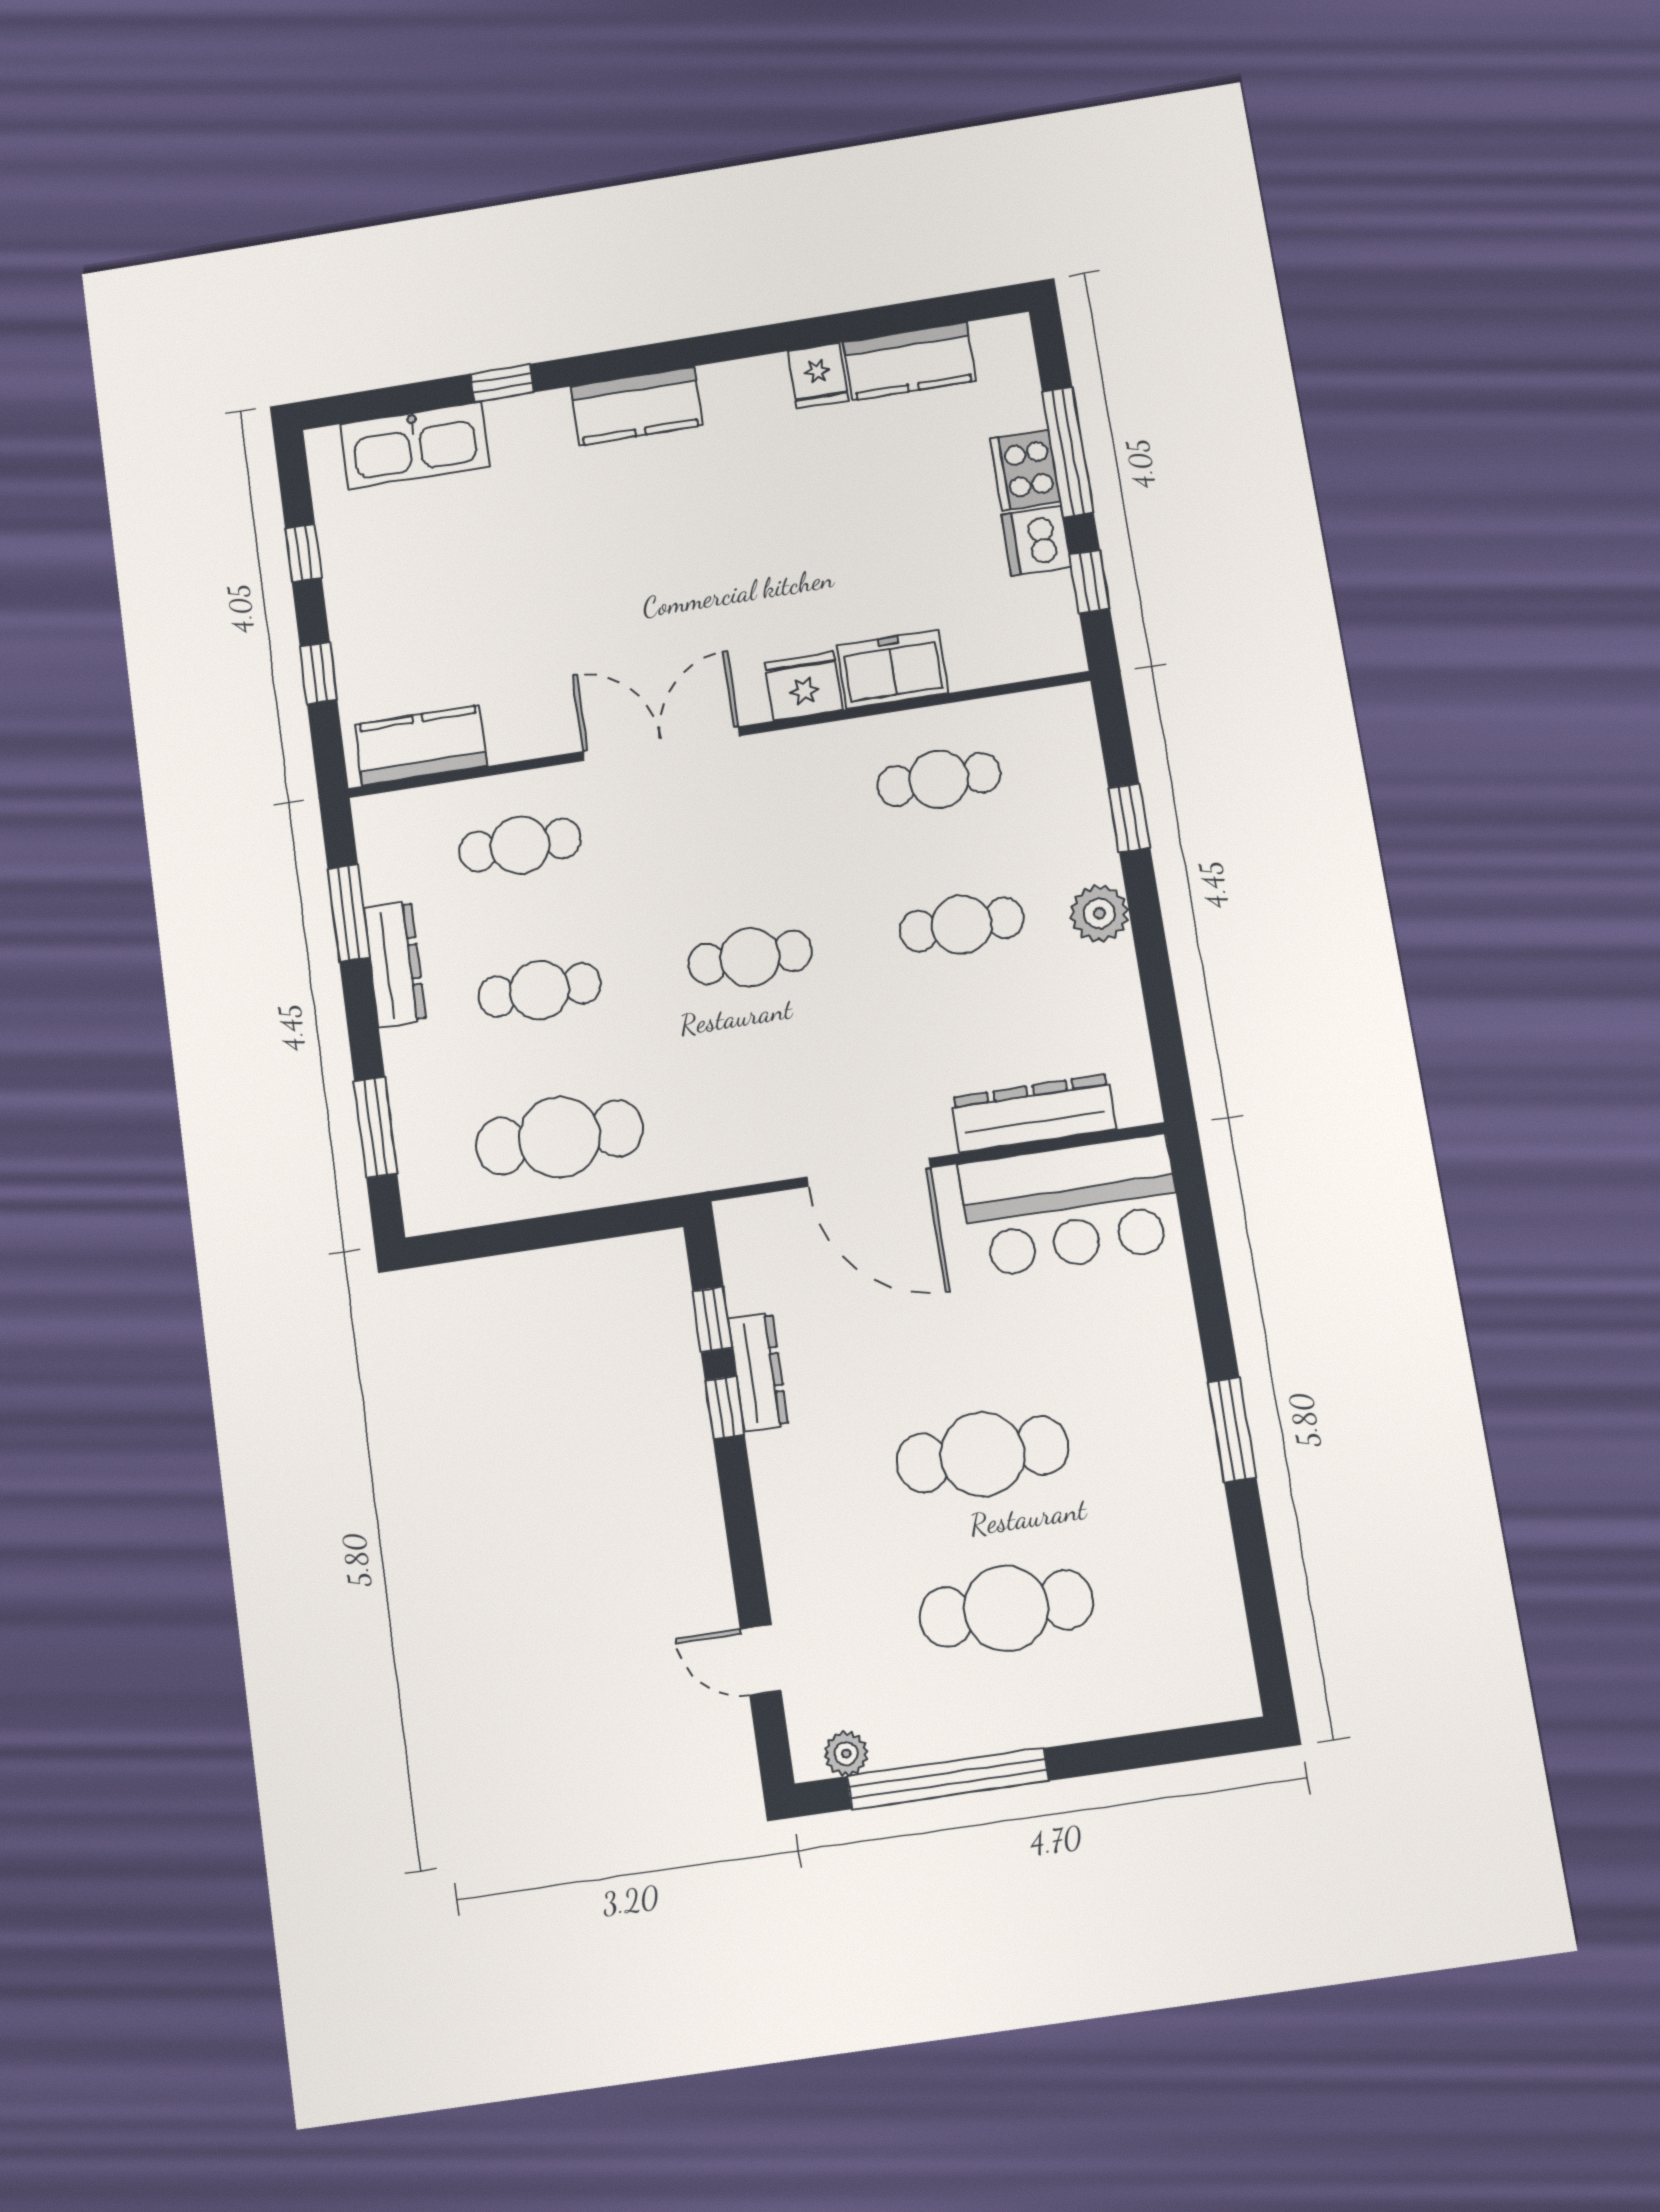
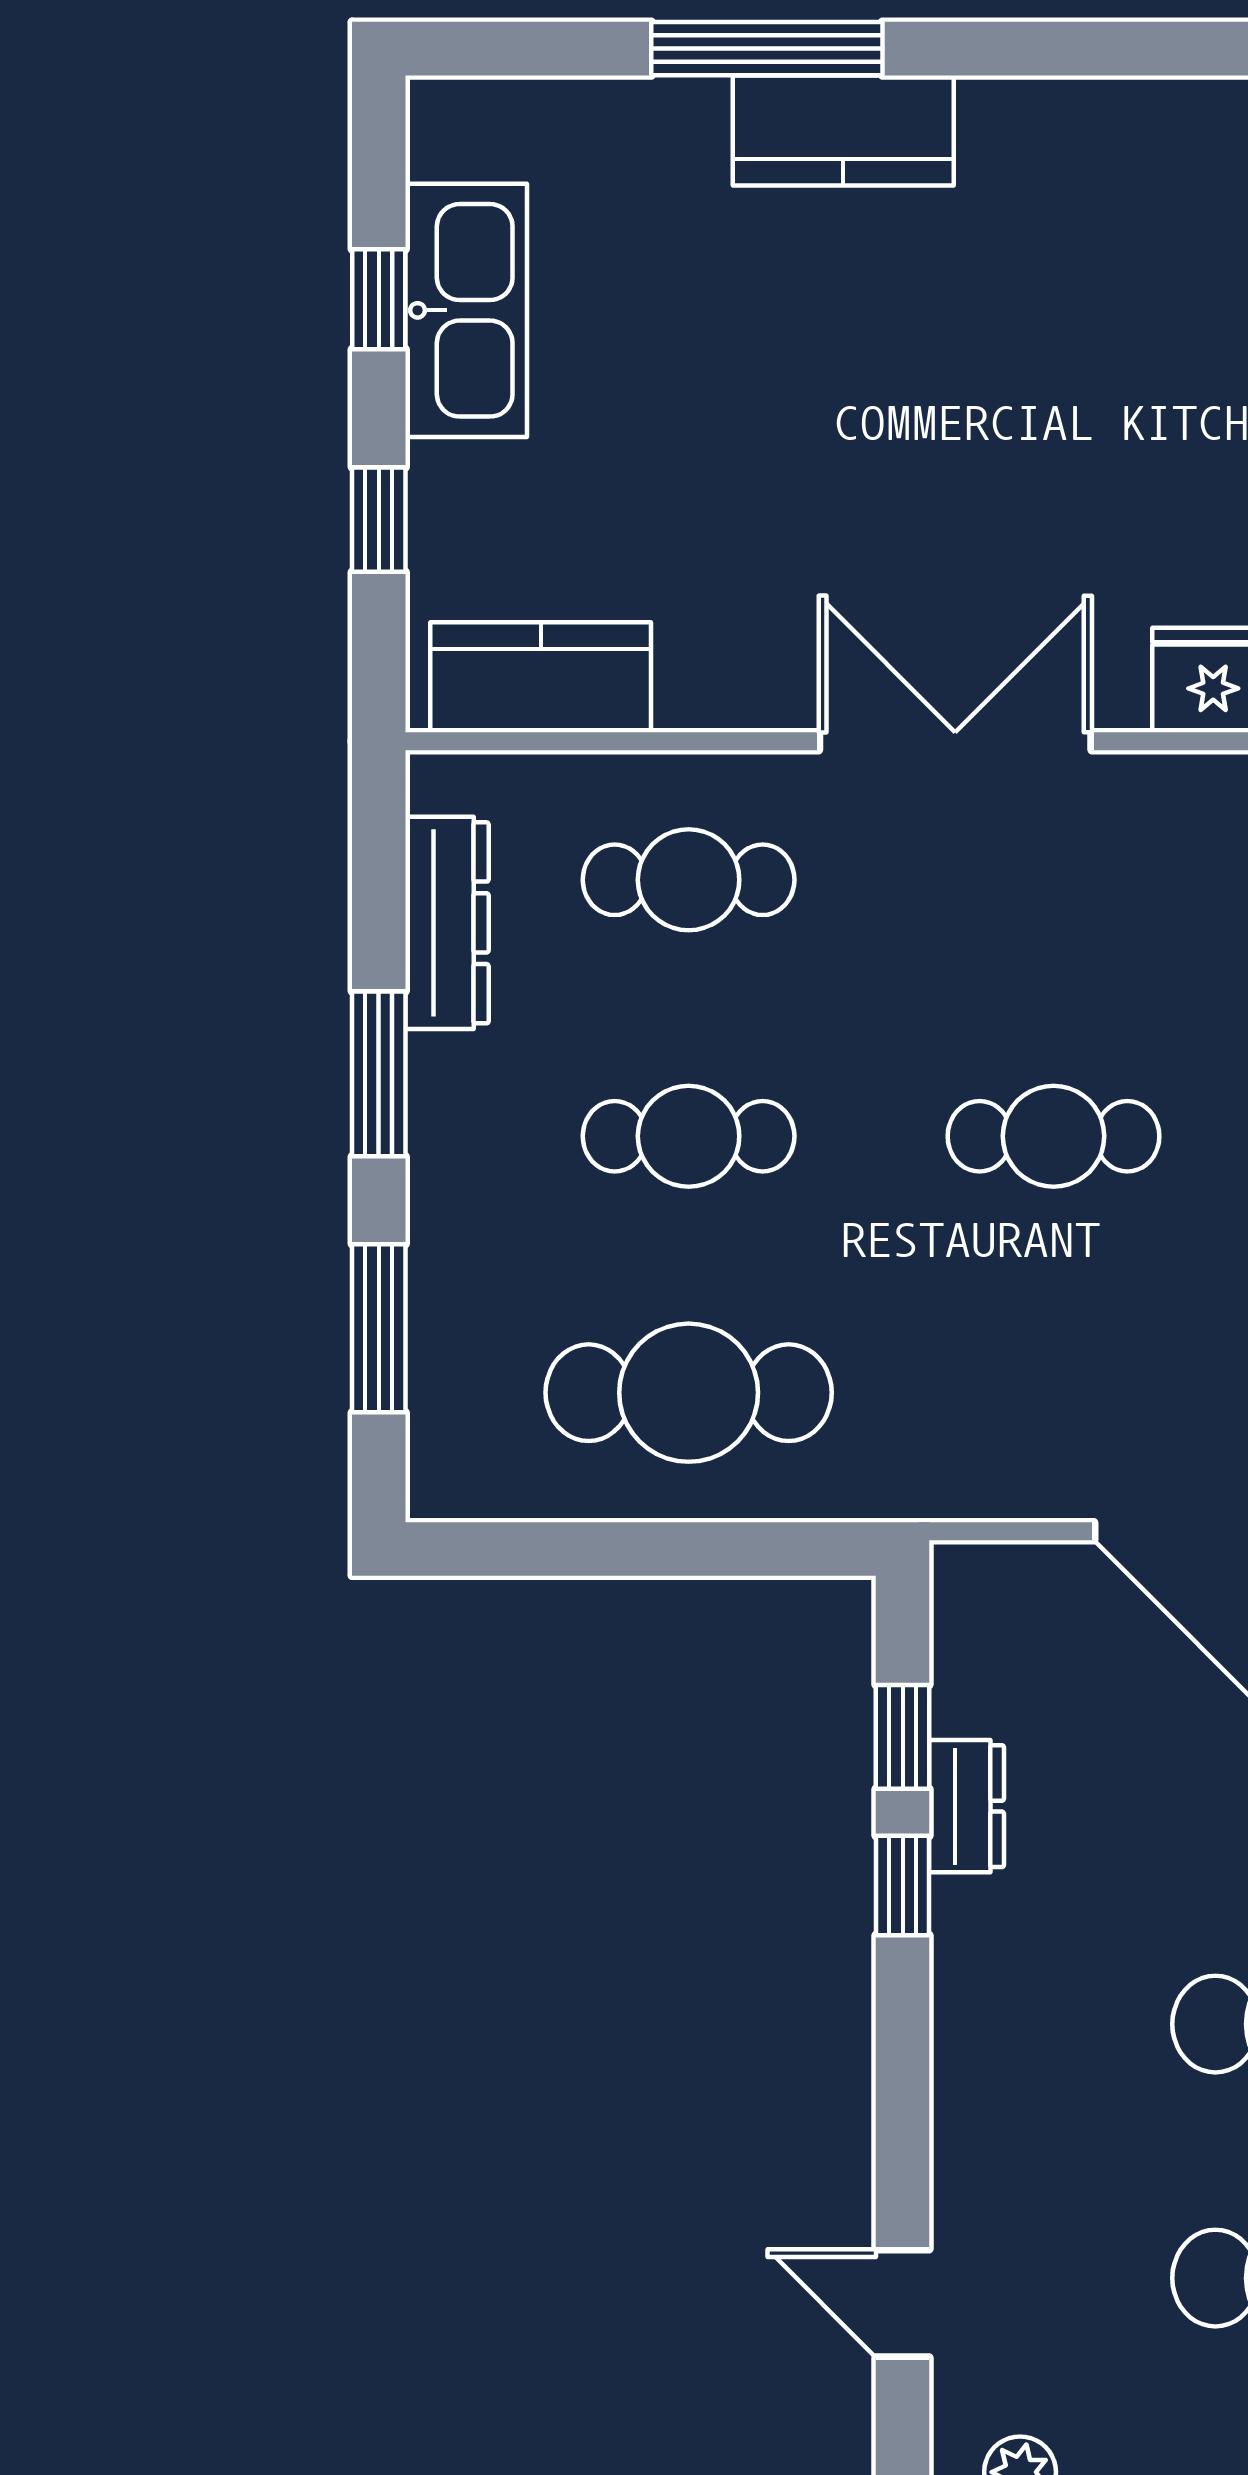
window: (502, 383) -> (767, 49), width x2.17
kitchen counter: (637, 406) -> (843, 130), moved
kitchen sink: (415, 445) -> (466, 310), moved, turned -90
window: (349, 913) -> (379, 1074), moved
dresser: (395, 964) -> (447, 923), moved
dresser: (758, 1372) -> (966, 1806), width x0.70

